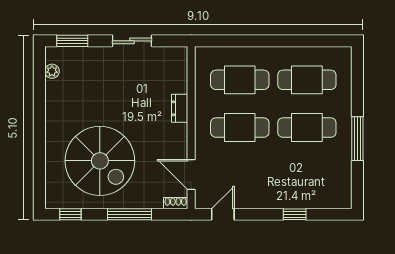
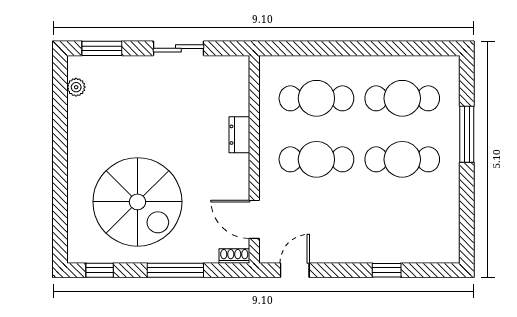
window: (357, 139) -> (467, 134), moved

